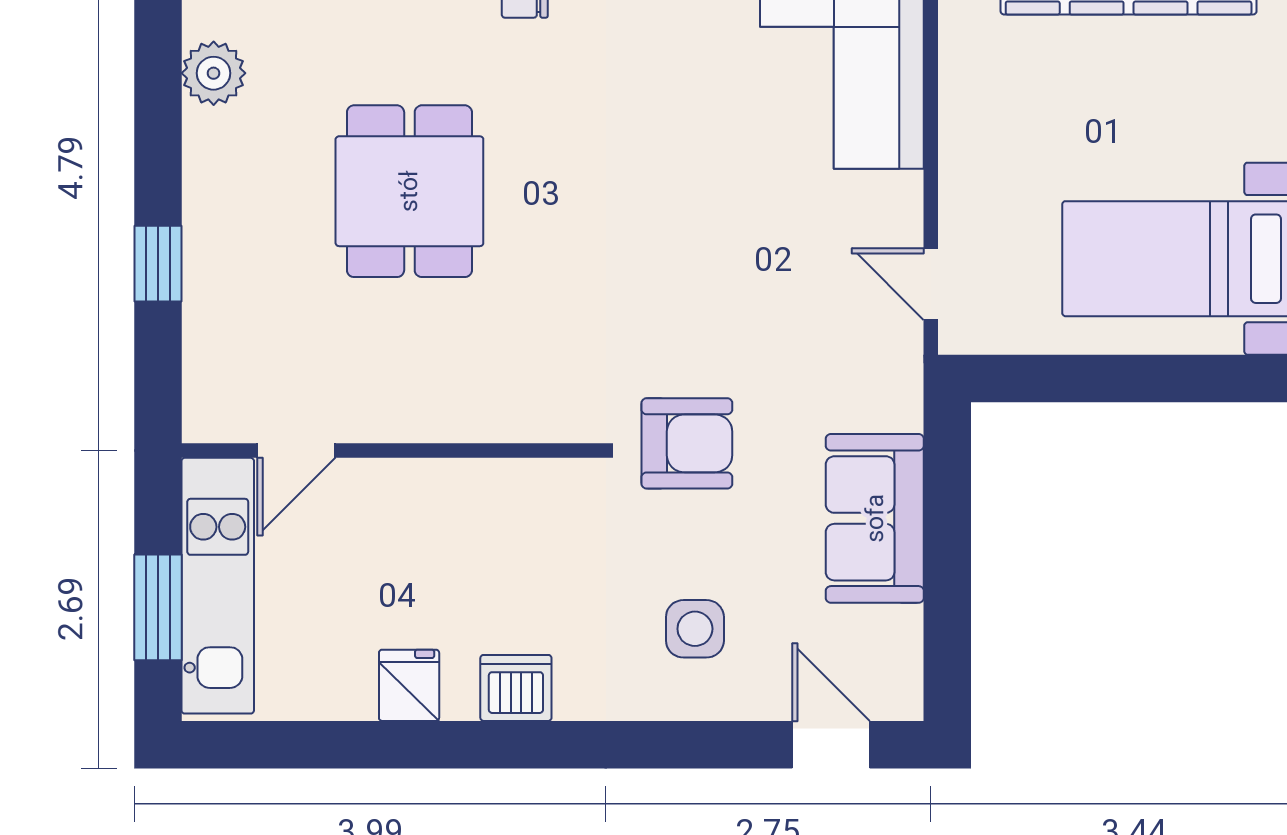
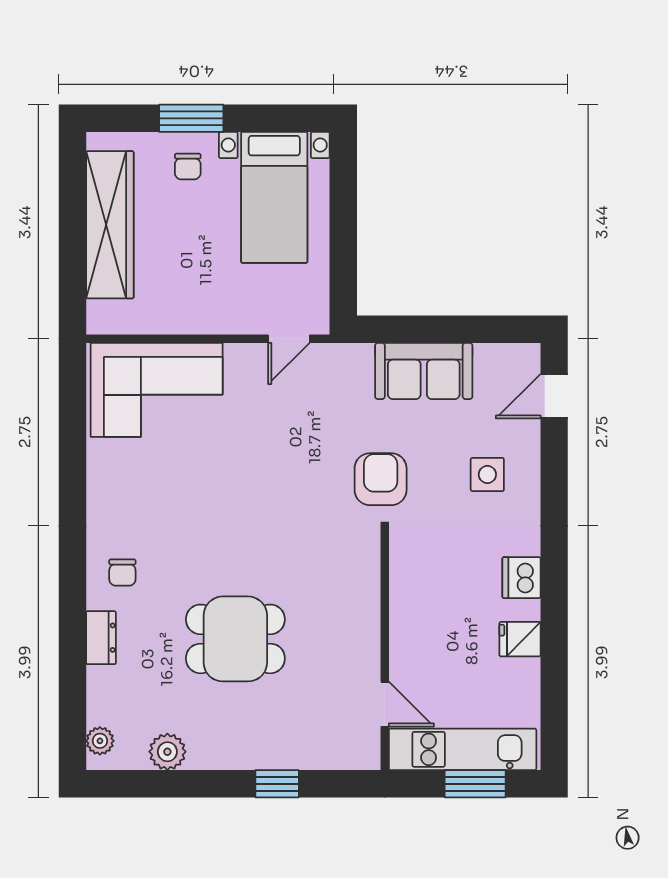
chair: (1230, 108) -> (188, 166), added

